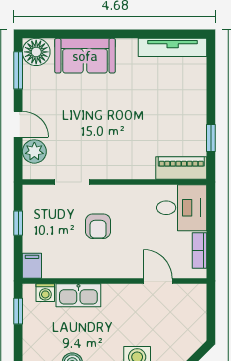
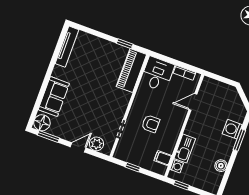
piano: (181, 168) -> (131, 70), width x1.37, depth x1.33
filing cabinet: (32, 266) -> (163, 158), moved

